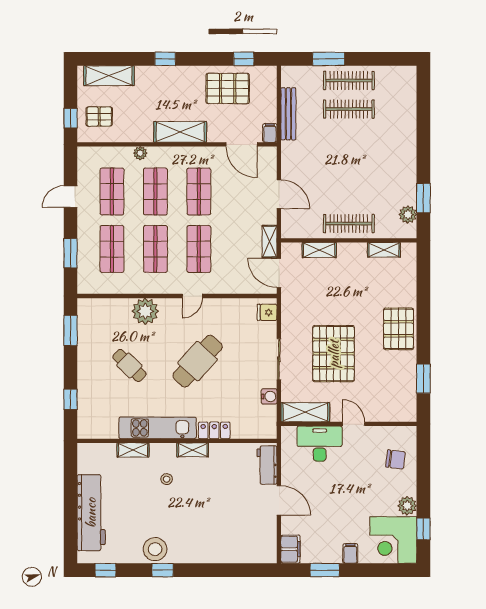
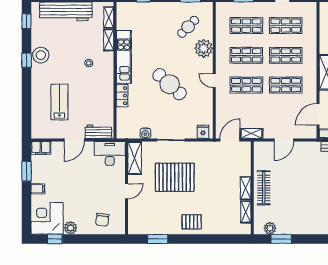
plant: (140, 153) -> (312, 45), removed
shelving: (319, 250) -> (246, 188), moved
pallet: (399, 329) -> (192, 222), width x0.67, depth x0.71
cafe table: (129, 365) -> (188, 27), moved
desk: (320, 444) -> (110, 153), moved, turned -90
shelving: (193, 450) -> (109, 17), moved
lab bench: (224, 522) -> (59, 102), added

